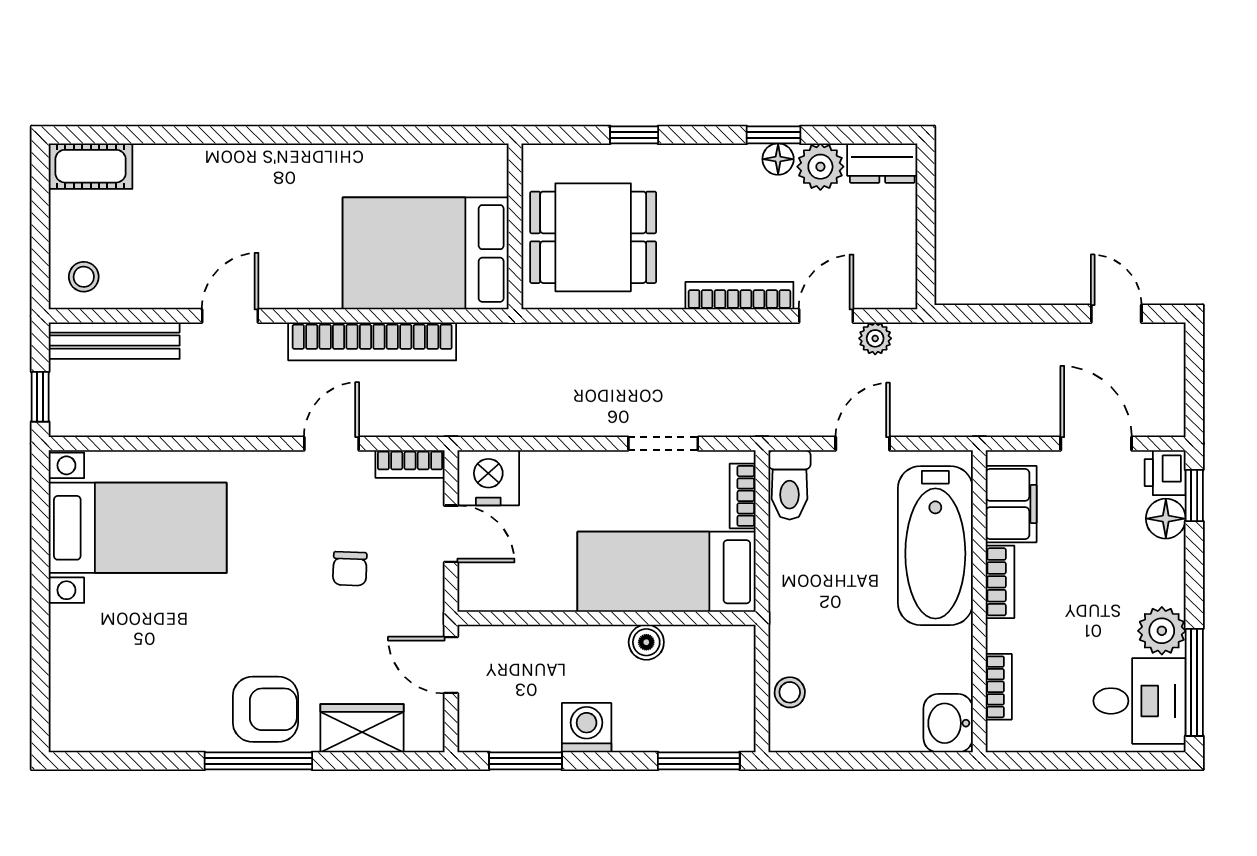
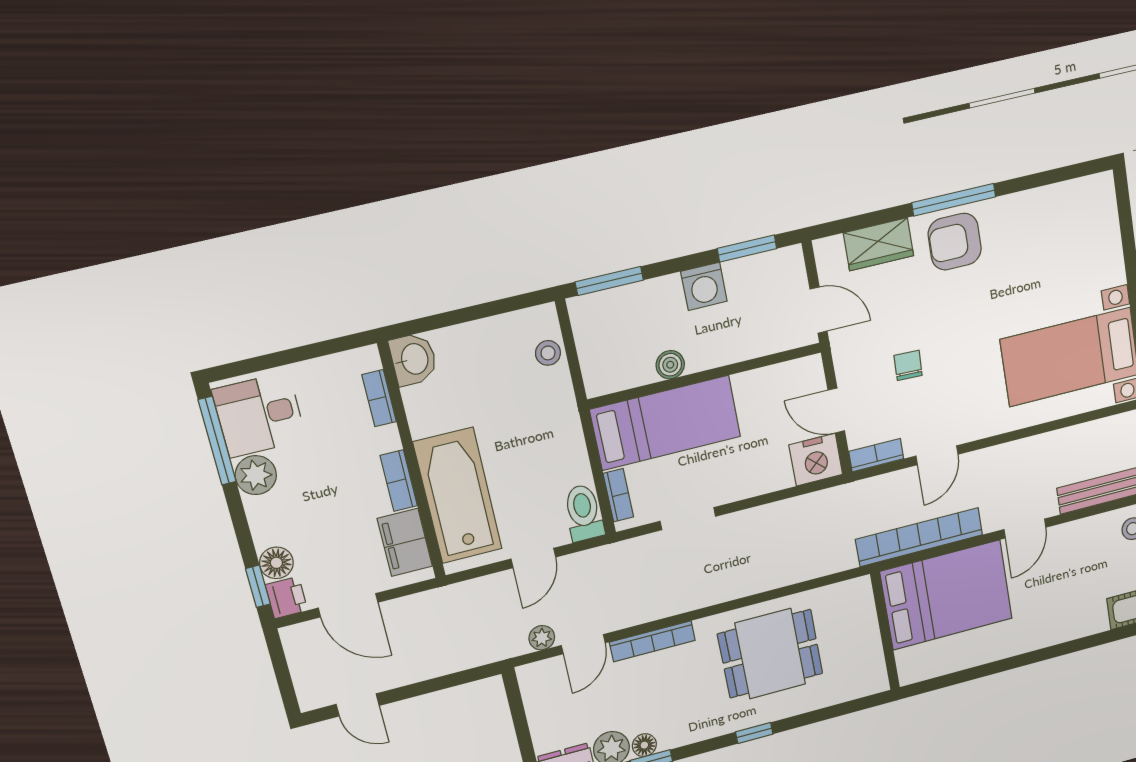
wall: (515, 226) -> (885, 631), moved
bed: (426, 253) -> (946, 595), moved

